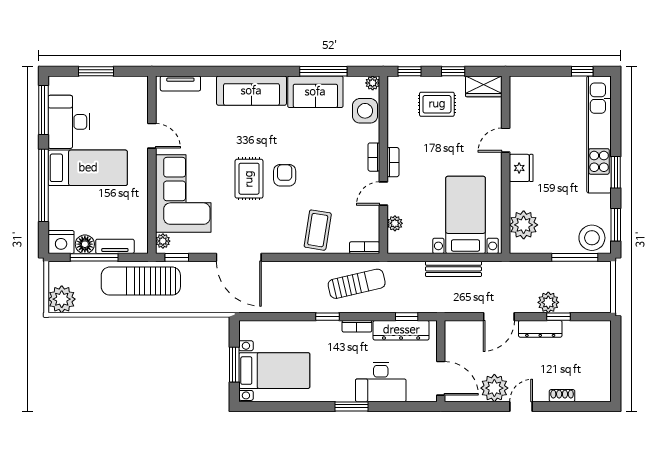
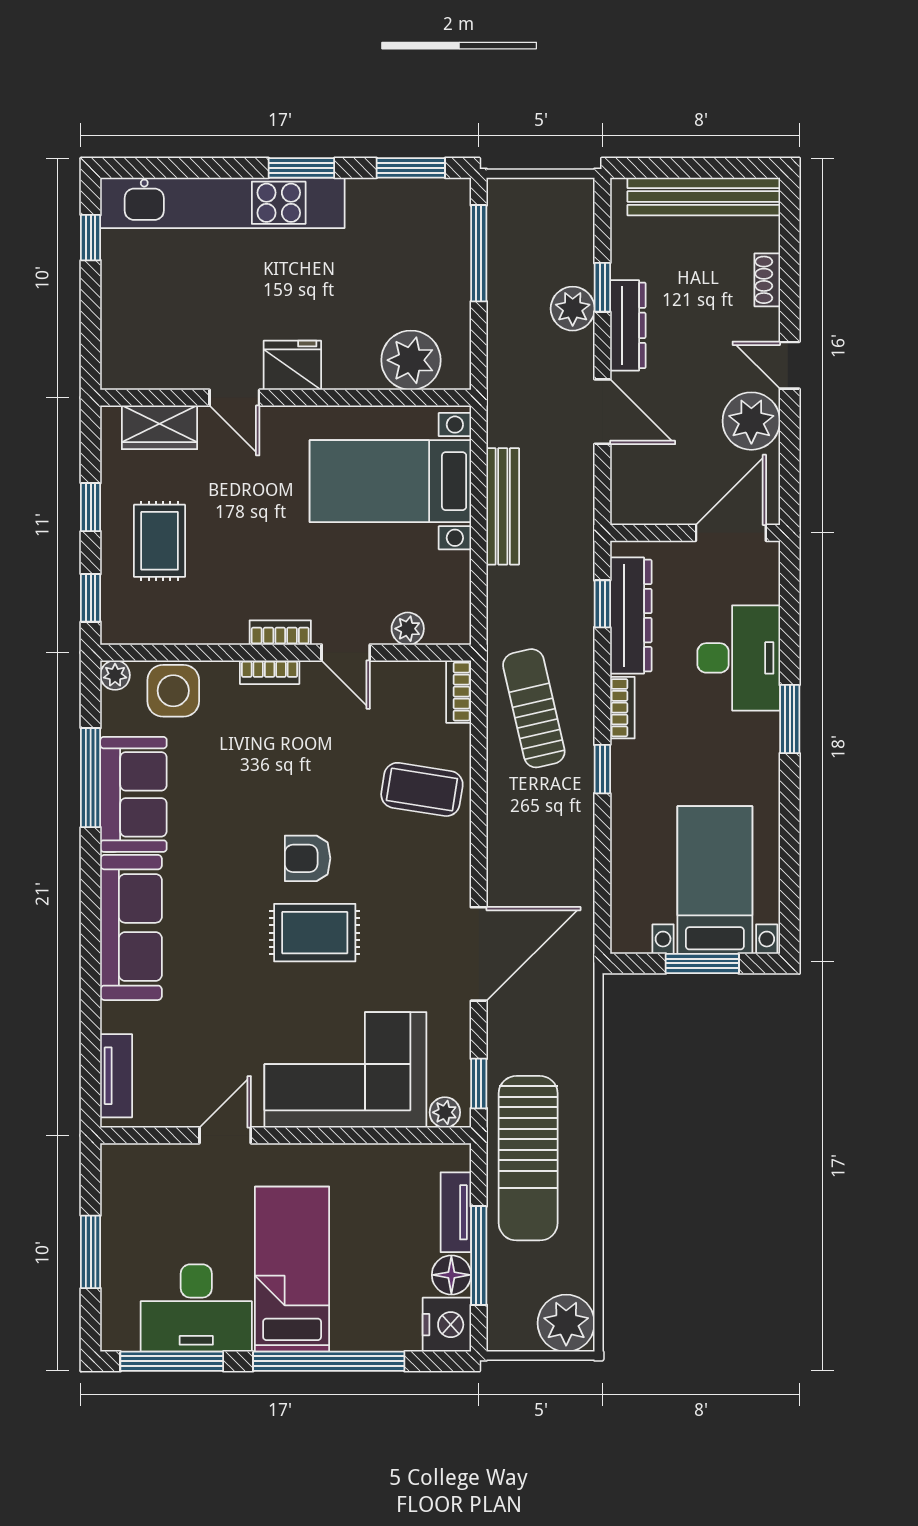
wardrobe: (484, 86) -> (160, 427), moved, turned 90
stool: (592, 238) -> (438, 218), removed
bench: (602, 365) -> (704, 196), added

